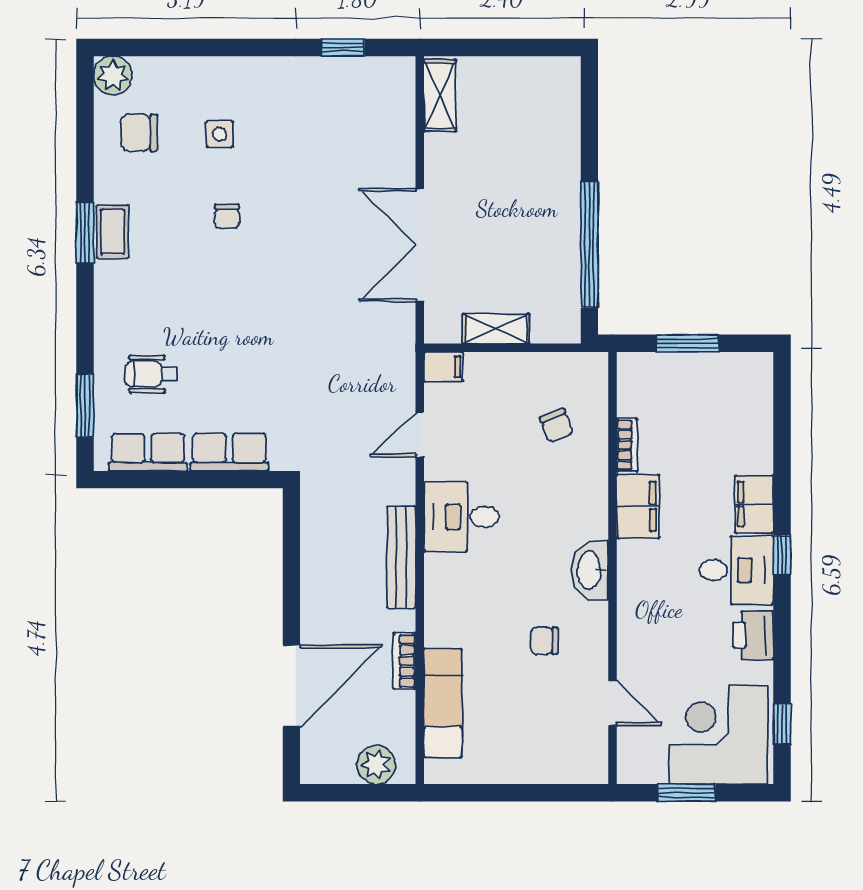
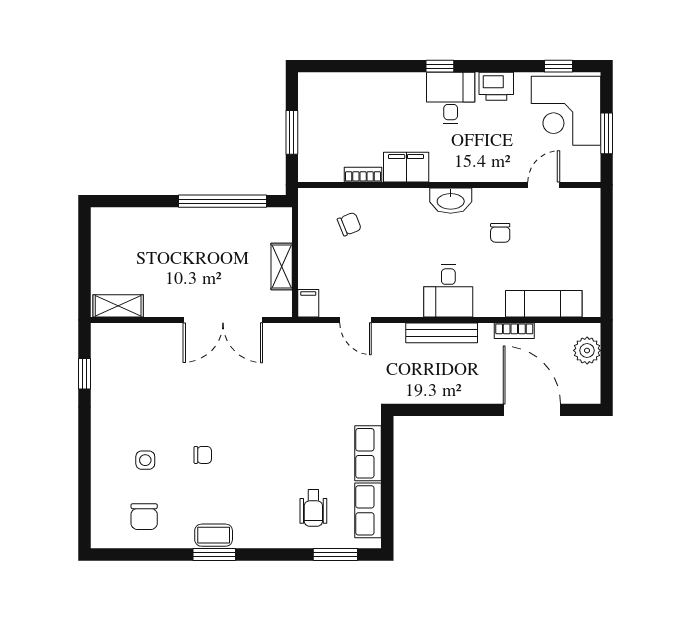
plant: (113, 75) -> (104, 535), removed
filing cabinet: (754, 504) -> (404, 86), removed
desk: (461, 517) -> (448, 291), moved

